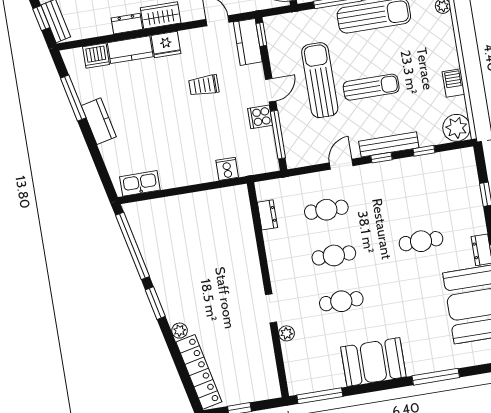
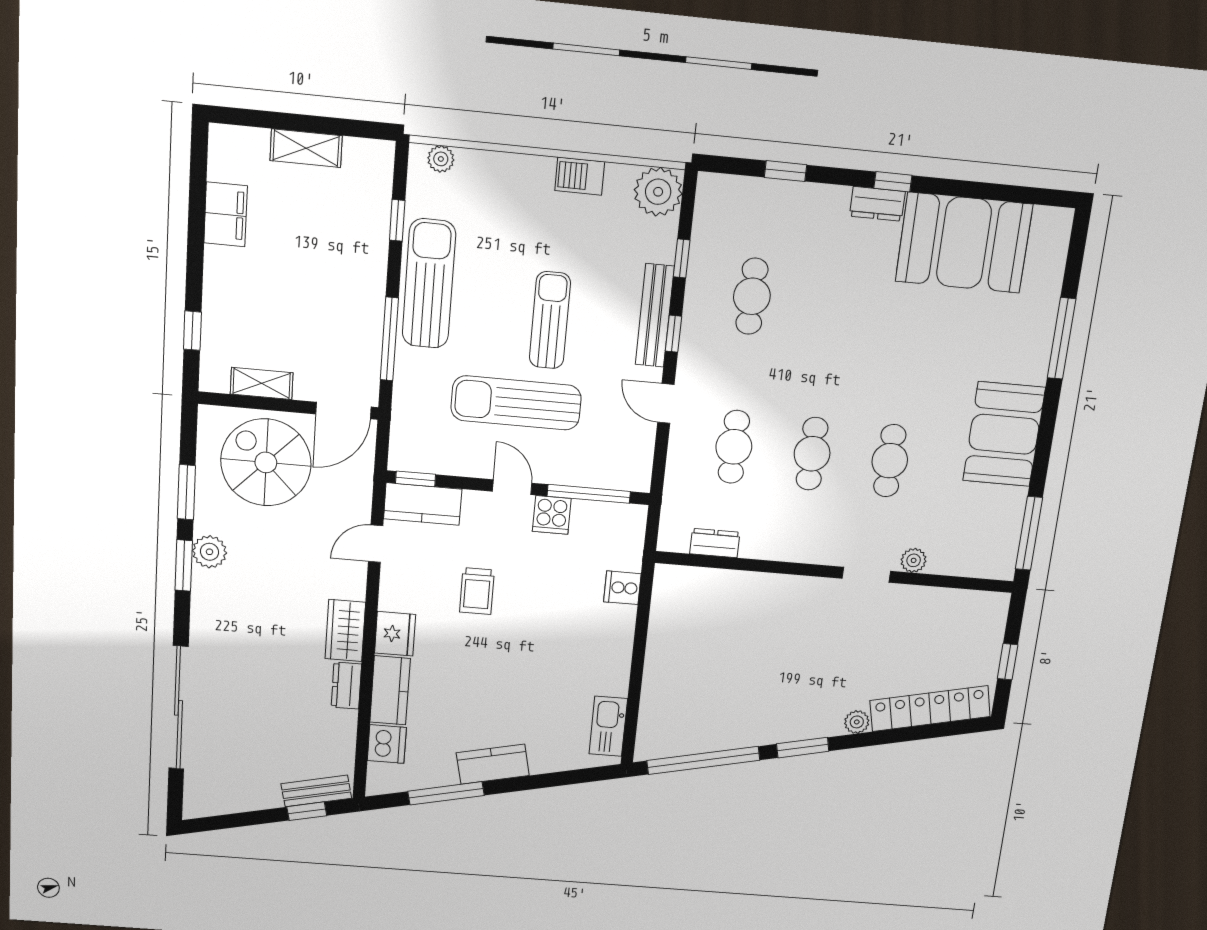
cafe table: (421, 241) -> (752, 296), moved

